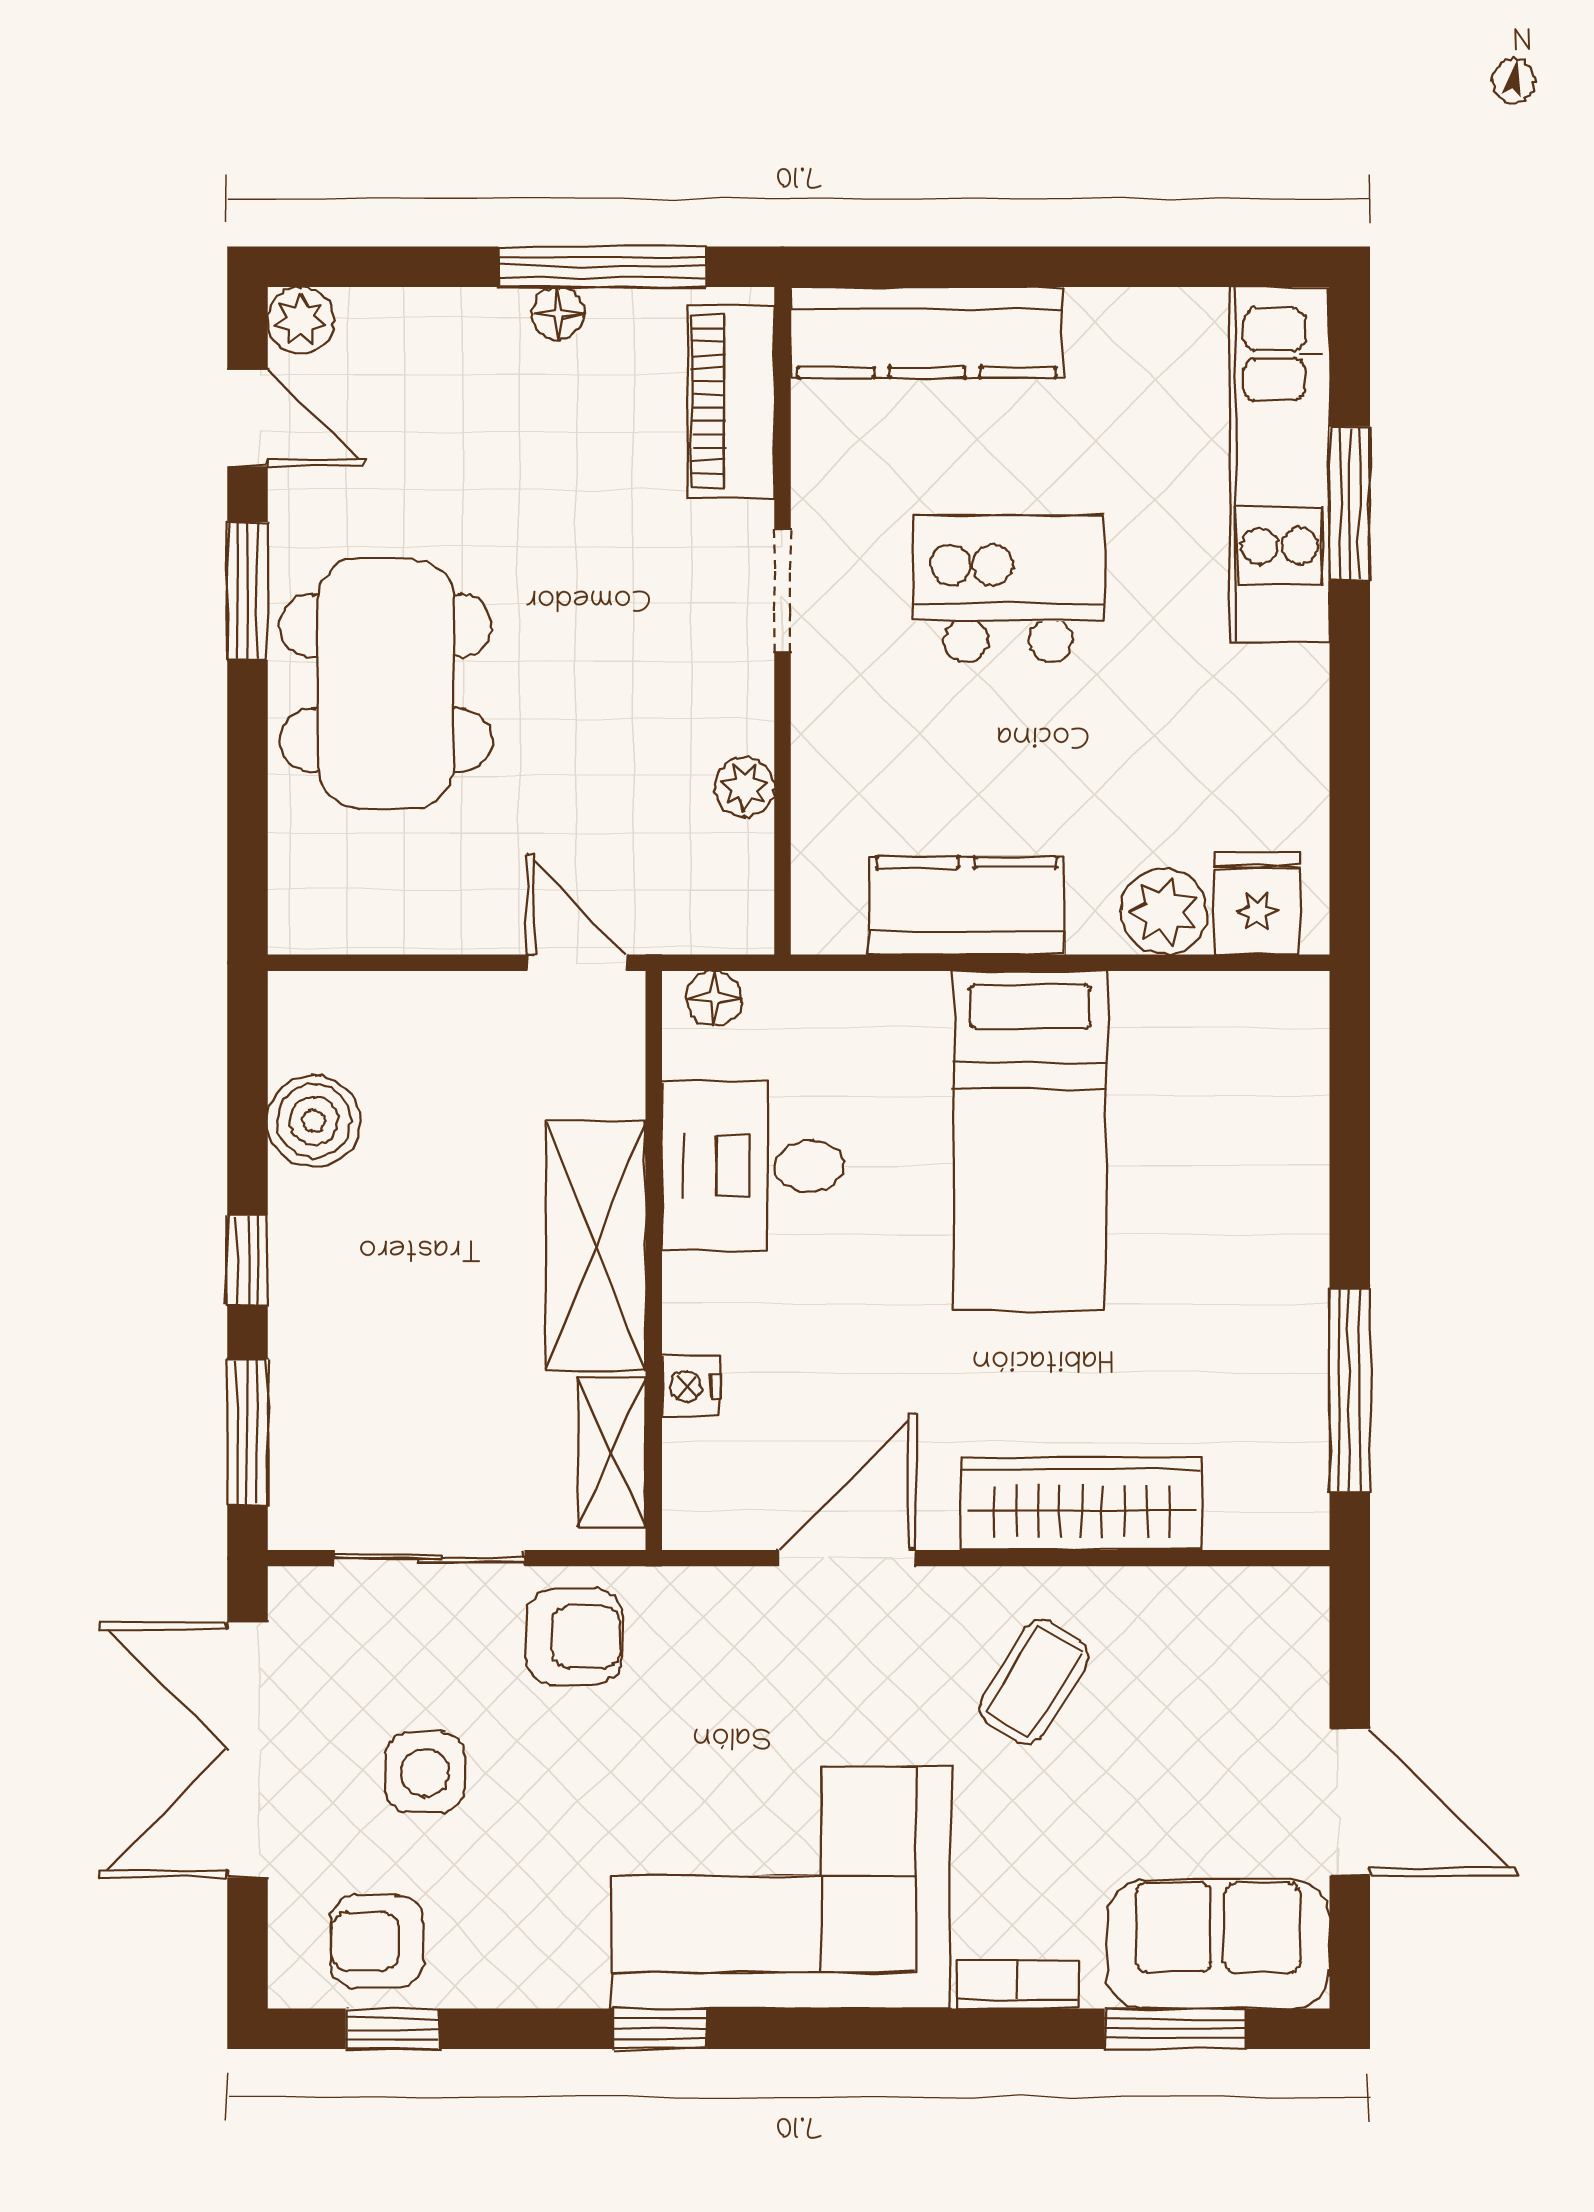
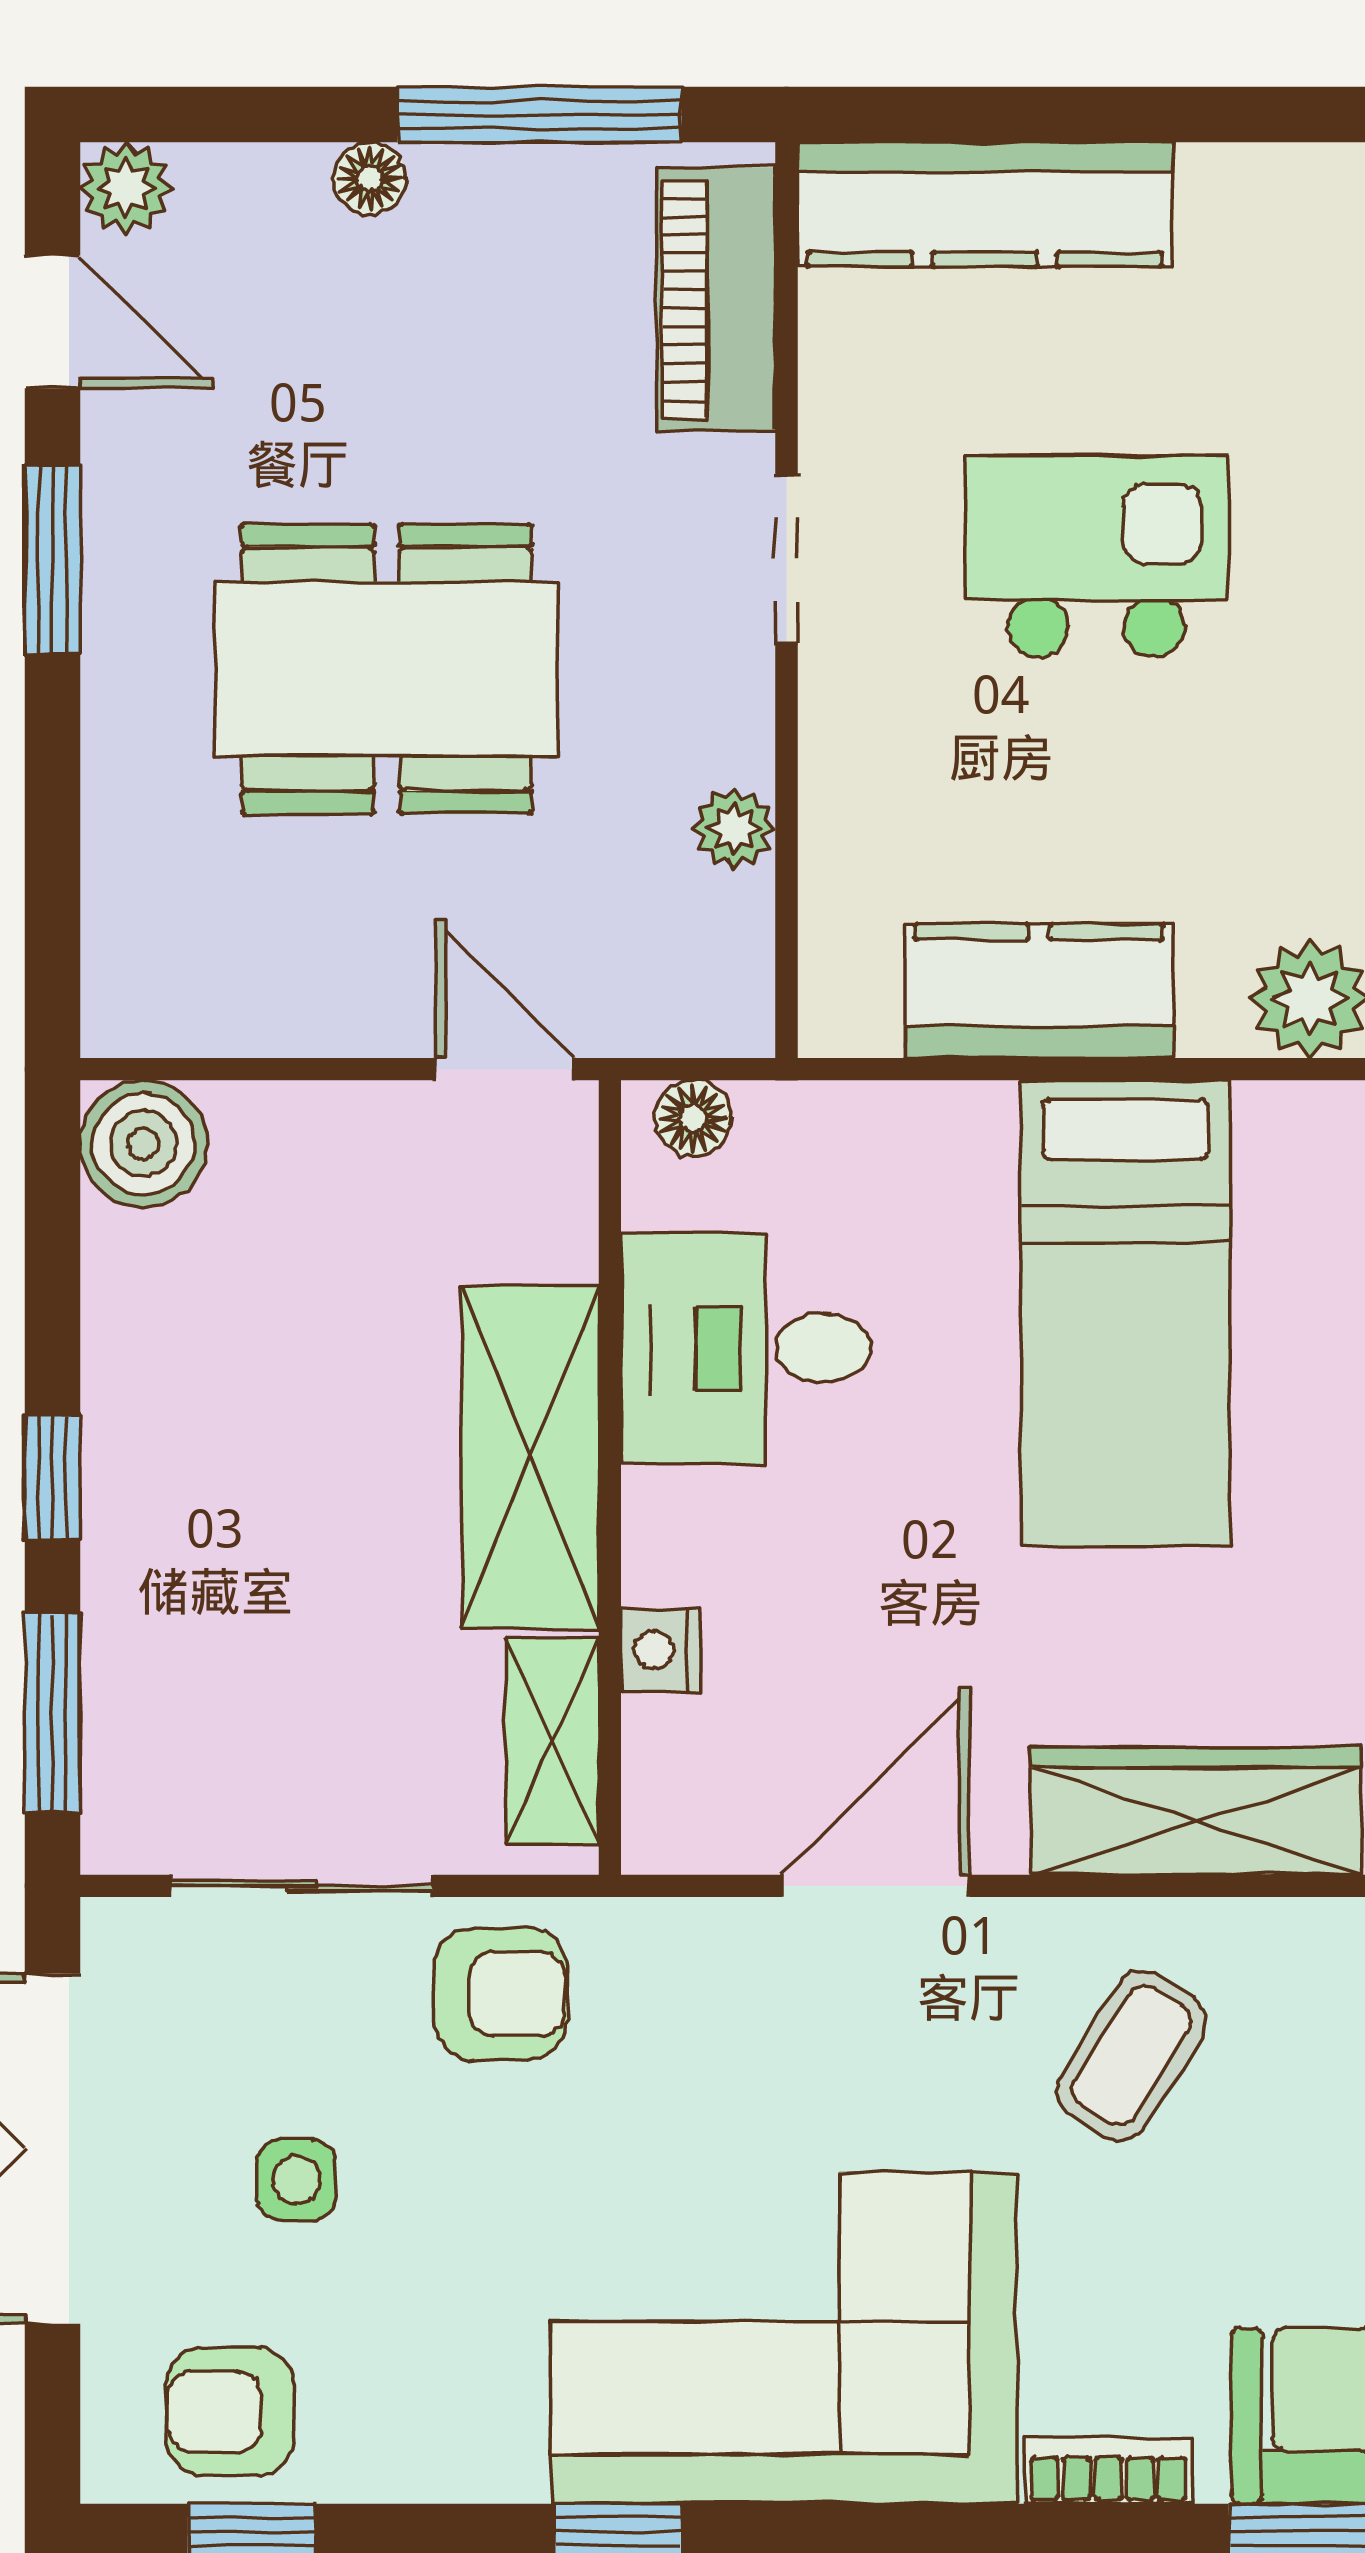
floor lamp: (558, 313) -> (370, 178), moved
dining table: (386, 683) -> (387, 669), moved, turned 90
boiler: (314, 1121) -> (144, 1144), moved
side table: (425, 1772) -> (296, 2180), width x0.73, depth x0.73

